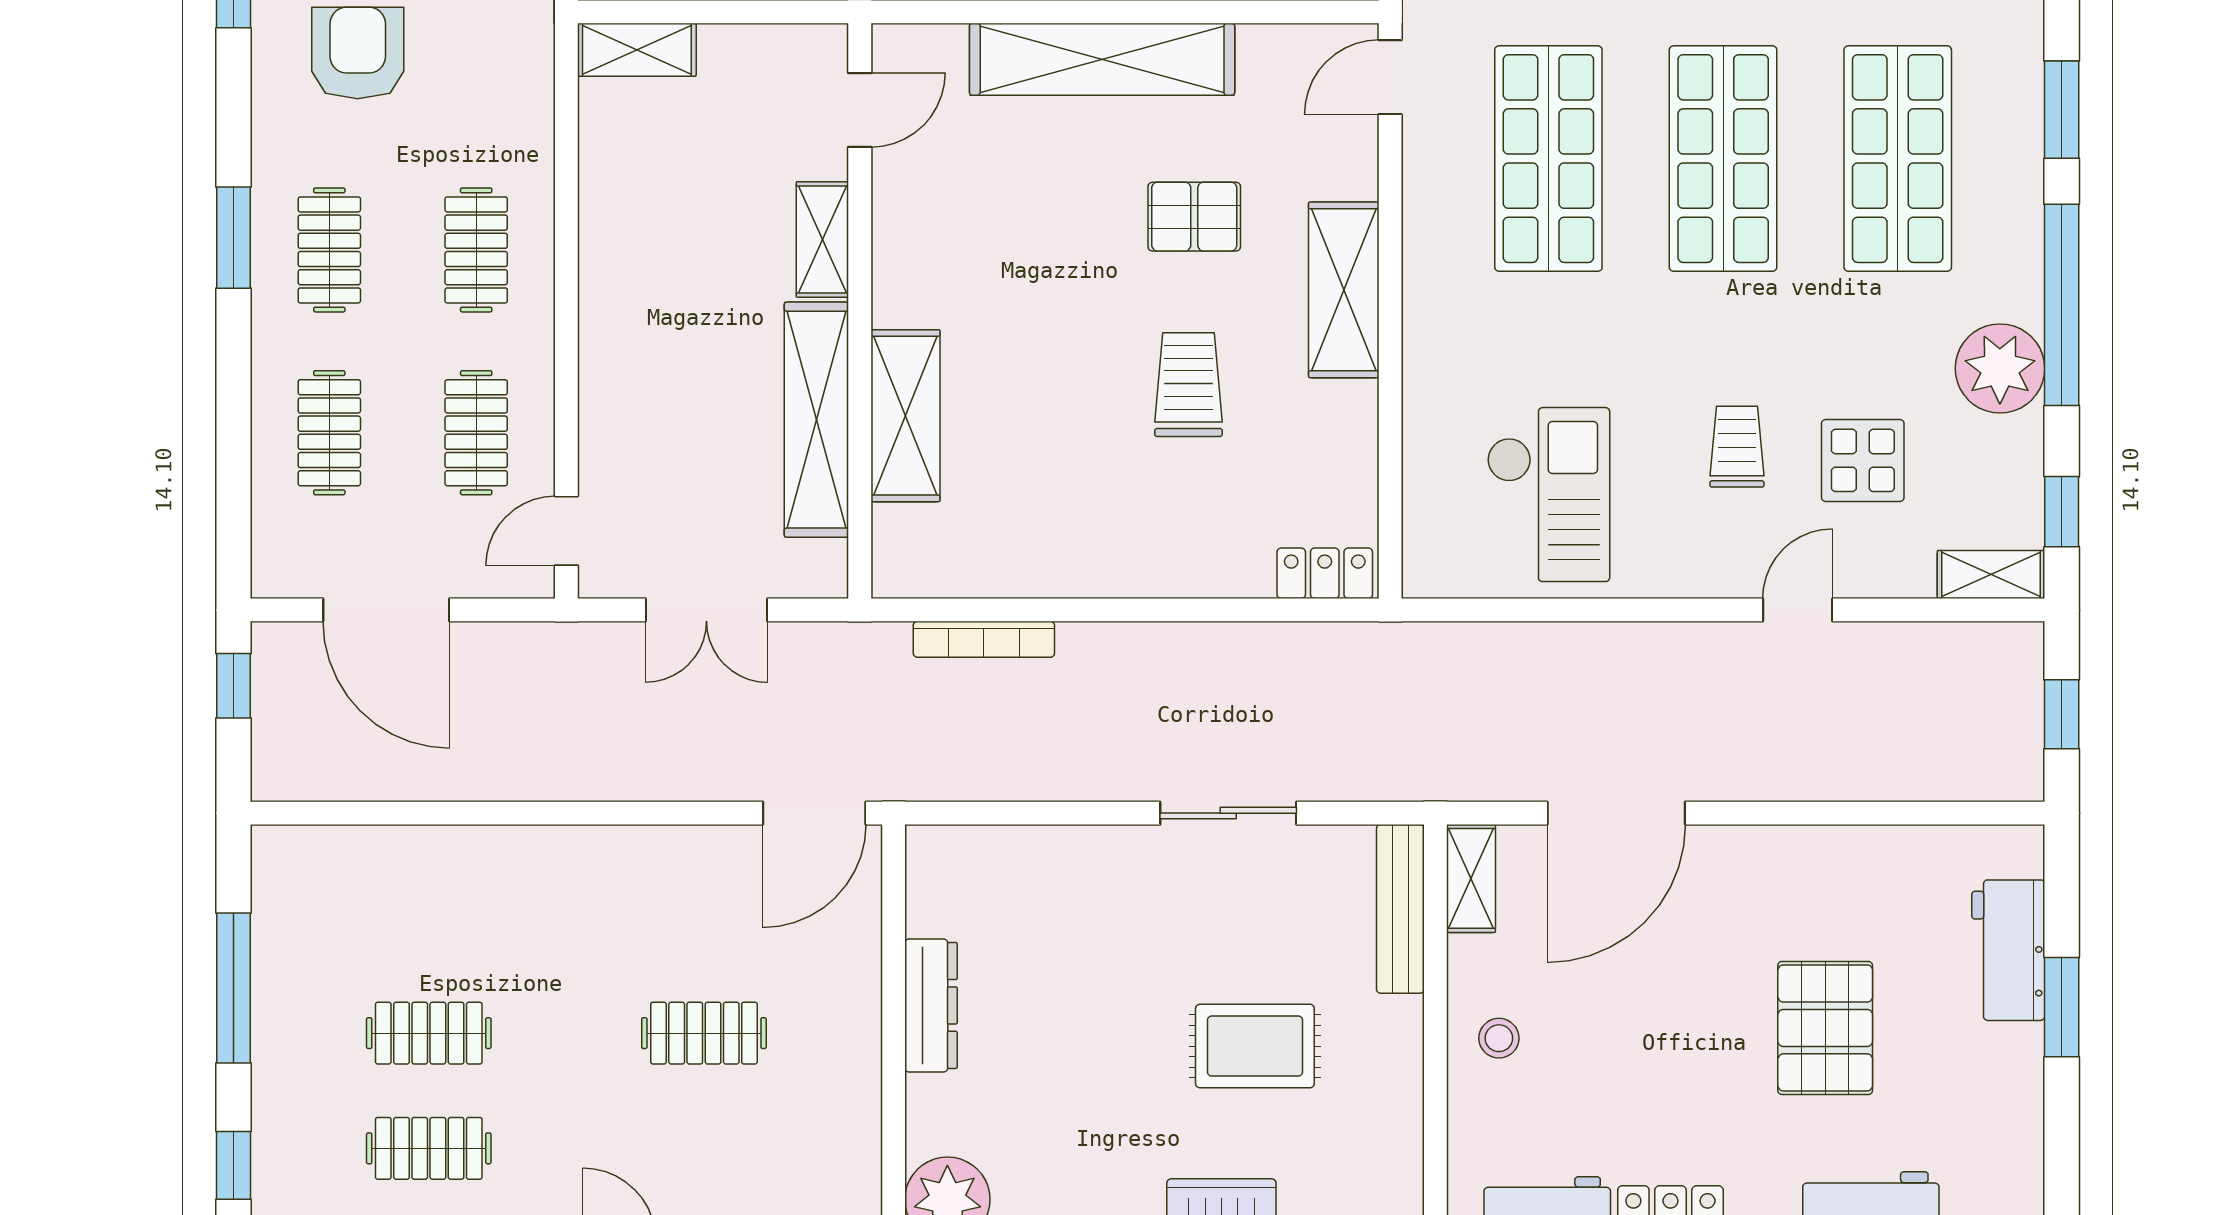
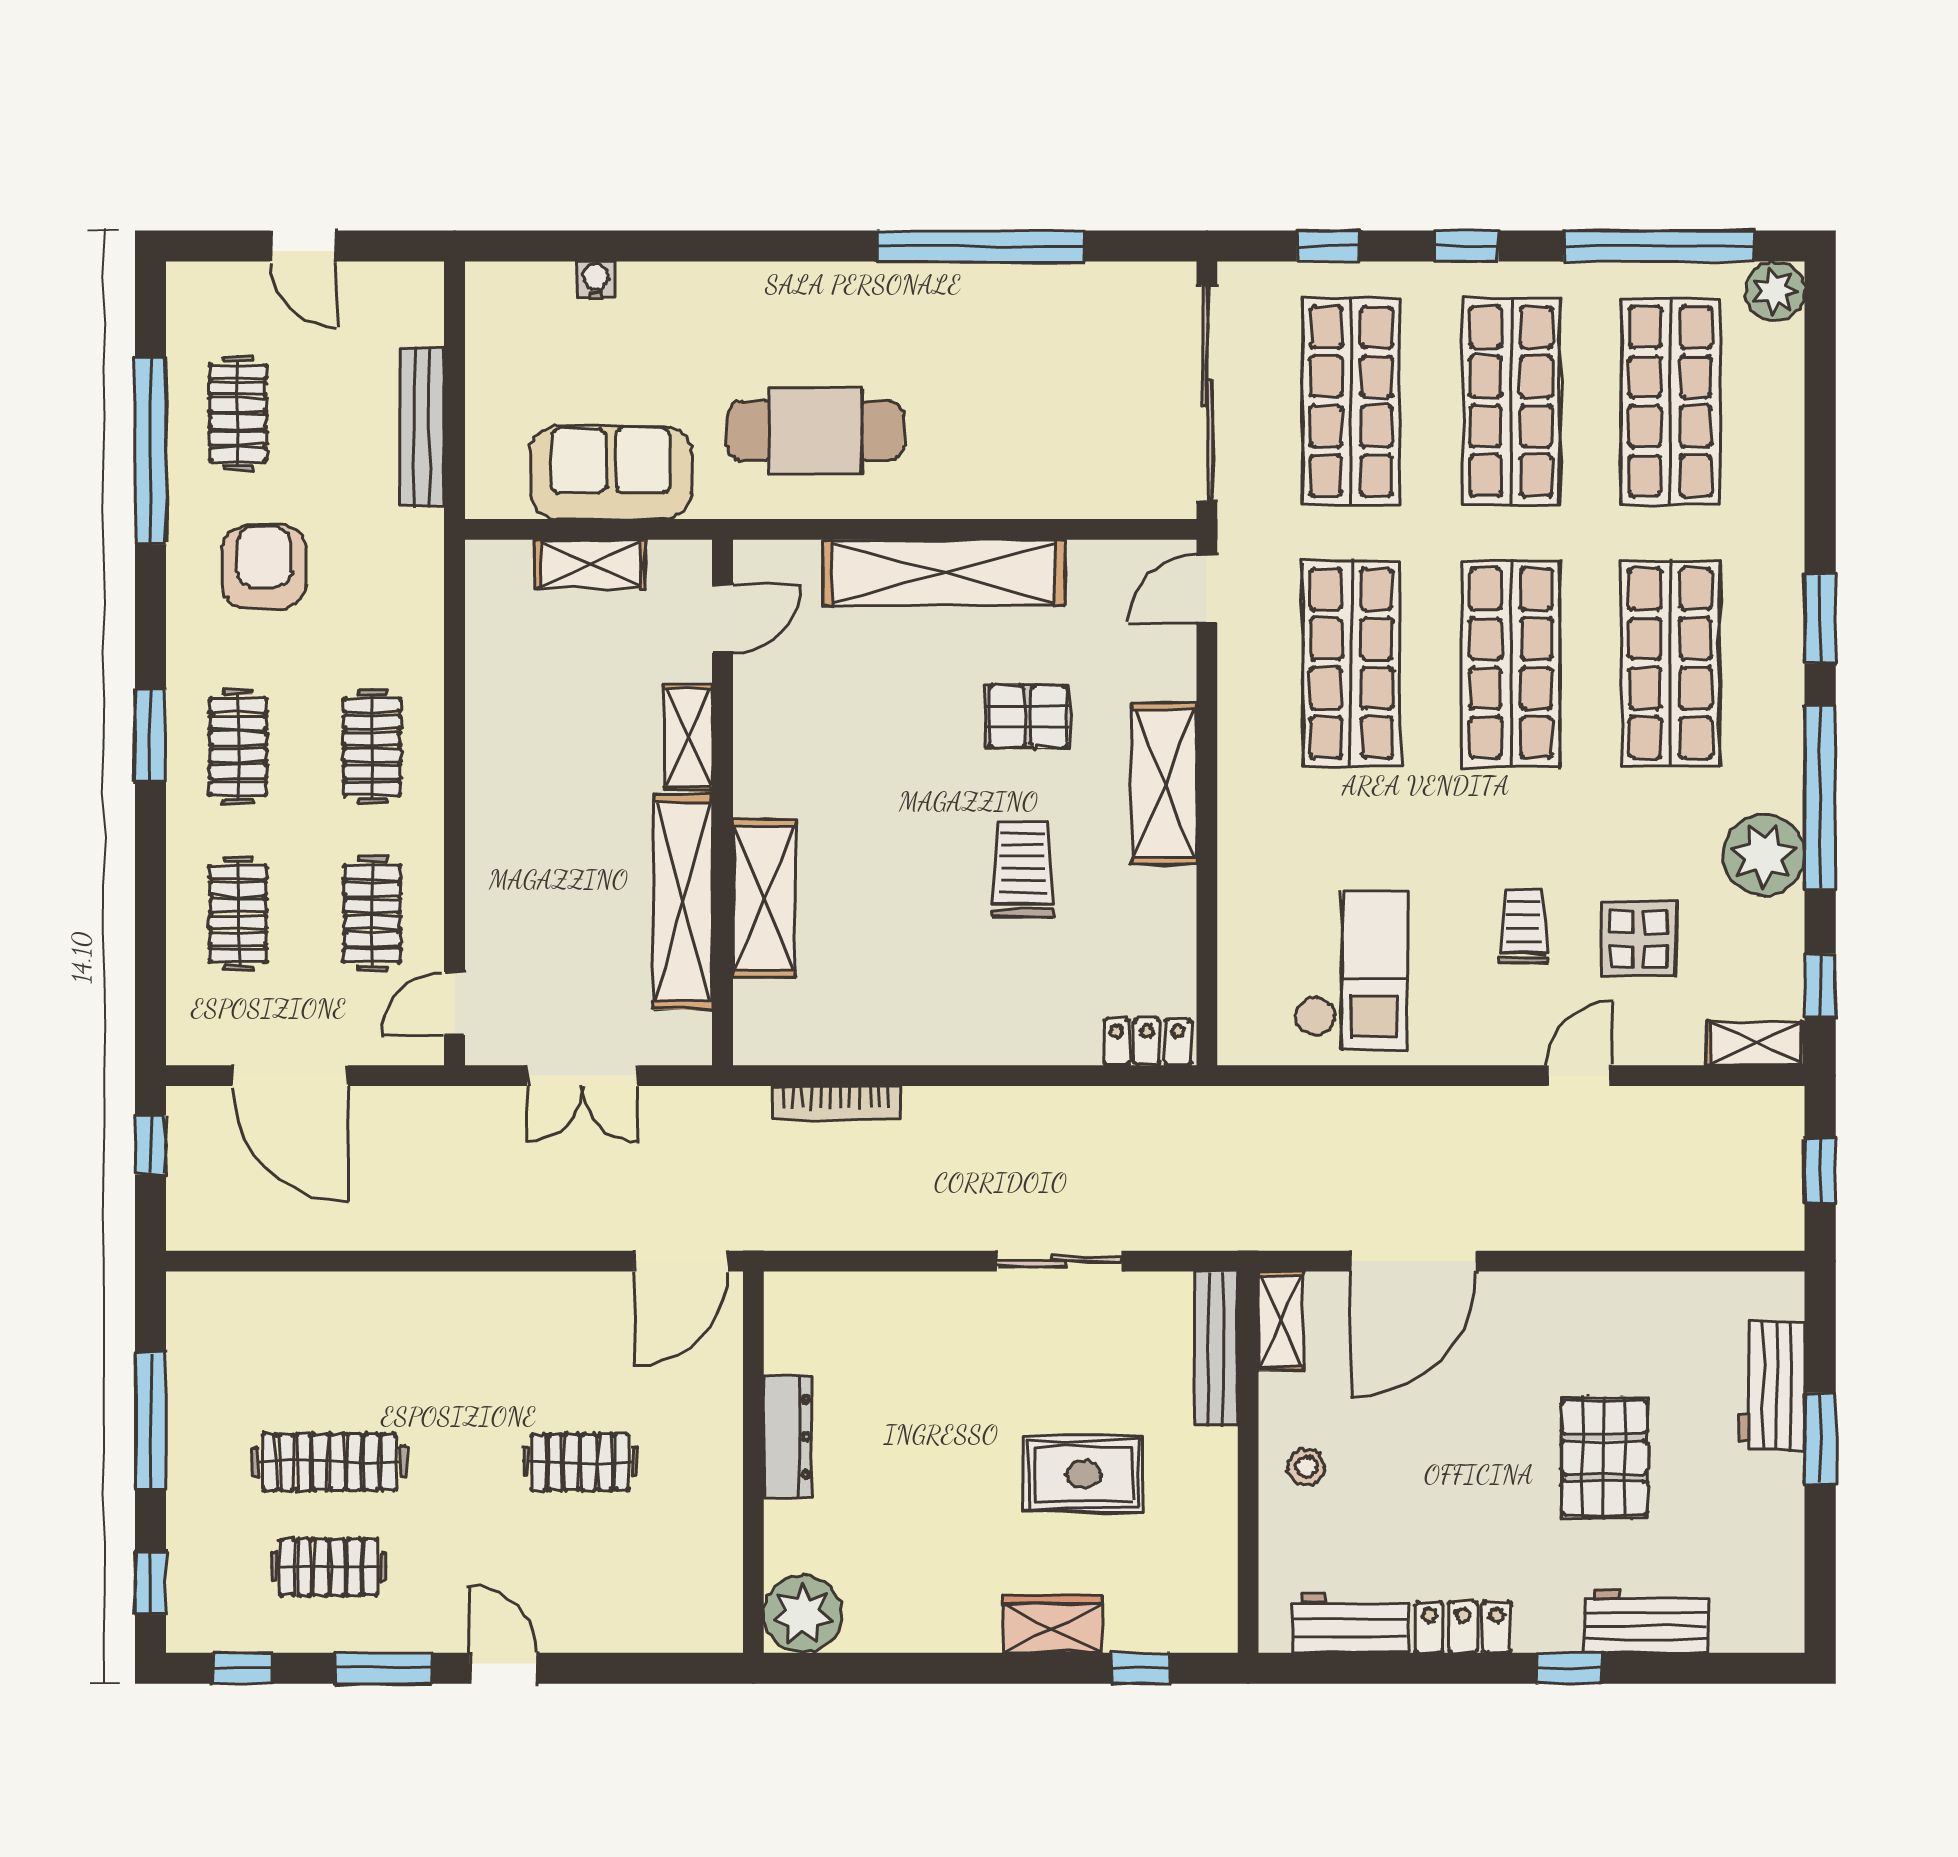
shelving: (637, 50) -> (590, 564), moved
clothes rail: (429, 1033) -> (329, 1462), width x1.36

